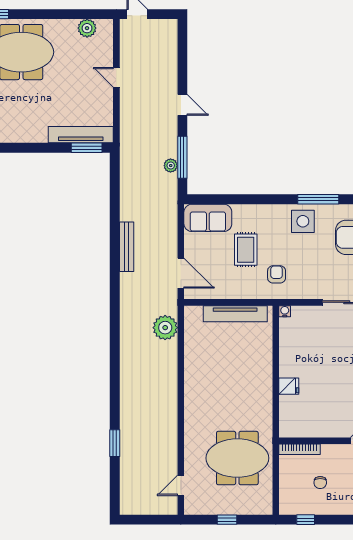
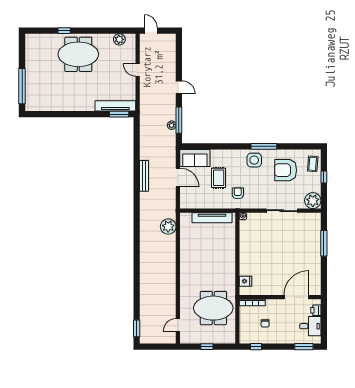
door: (181, 273) -> (178, 177), moved
fridge: (289, 386) -> (245, 281), moved
window: (115, 443) -> (137, 328), moved

